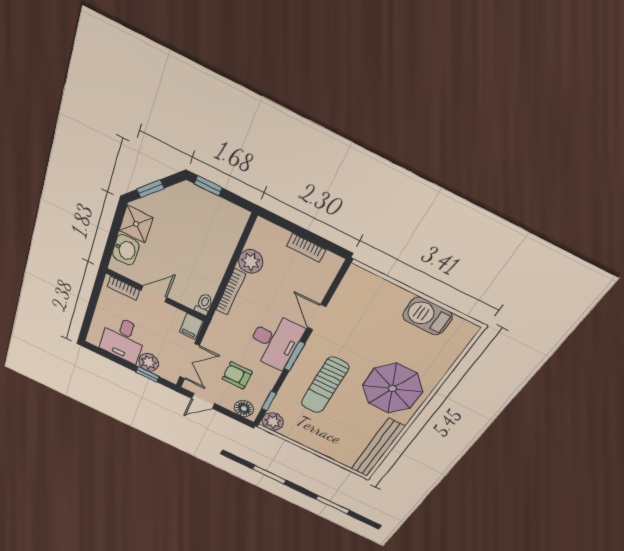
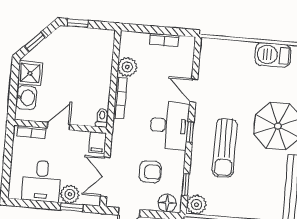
window: (294, 356) -> (190, 132), width x0.67
double door: (190, 361) -> (105, 177), swing flipped
armchair: (237, 375) -> (150, 172), turned 180

